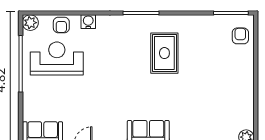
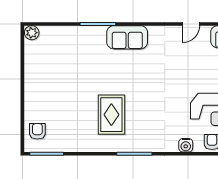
armchair: (240, 36) -> (37, 131), turned 180

